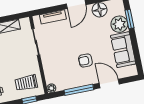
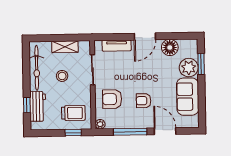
stool: (10, 52) -> (62, 76), added
armchair: (58, 64) -> (112, 99), added
trolley: (26, 83) -> (73, 113), turned 180

